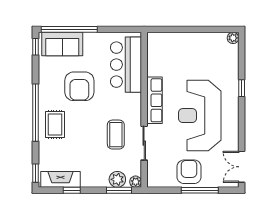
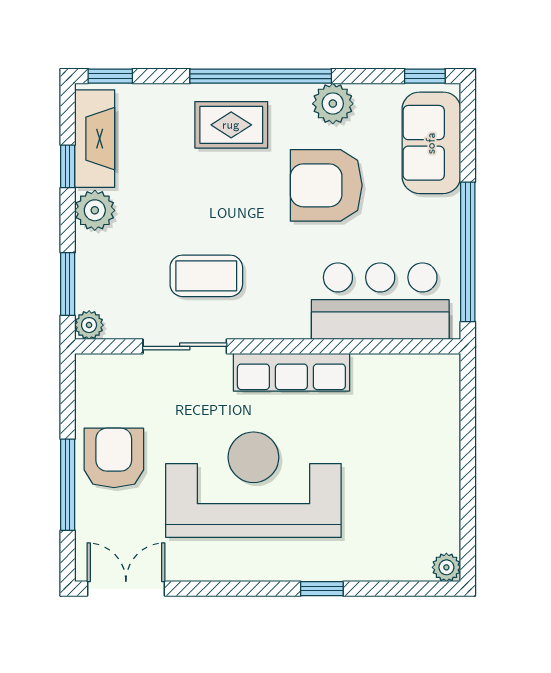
window: (69, 29) -> (468, 252), moved
plant: (46, 84) -> (333, 104), added
armchair: (189, 172) -> (114, 458), turned -90
plant: (117, 179) -> (95, 210), moved

